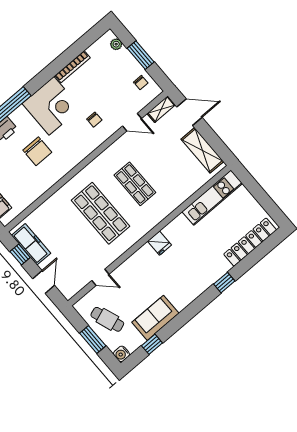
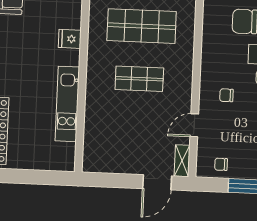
shelving: (202, 150) -> (114, 163), removed
kitchen unit: (212, 198) -> (67, 104), moved
fridge: (159, 243) -> (70, 39), moved

